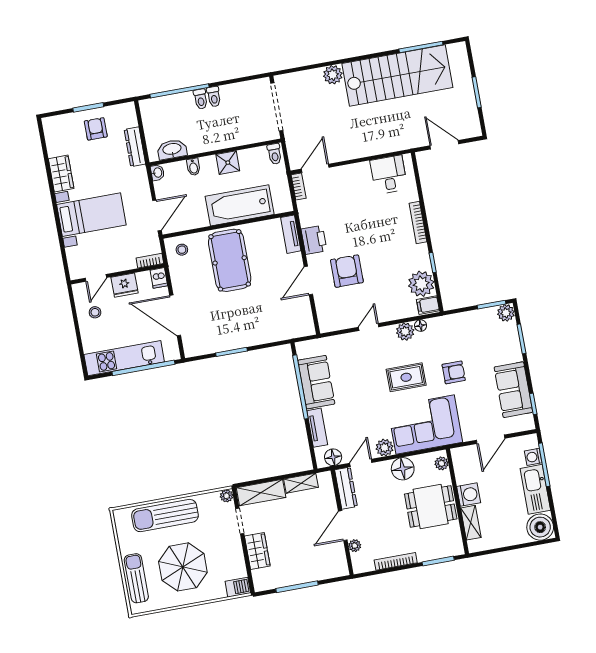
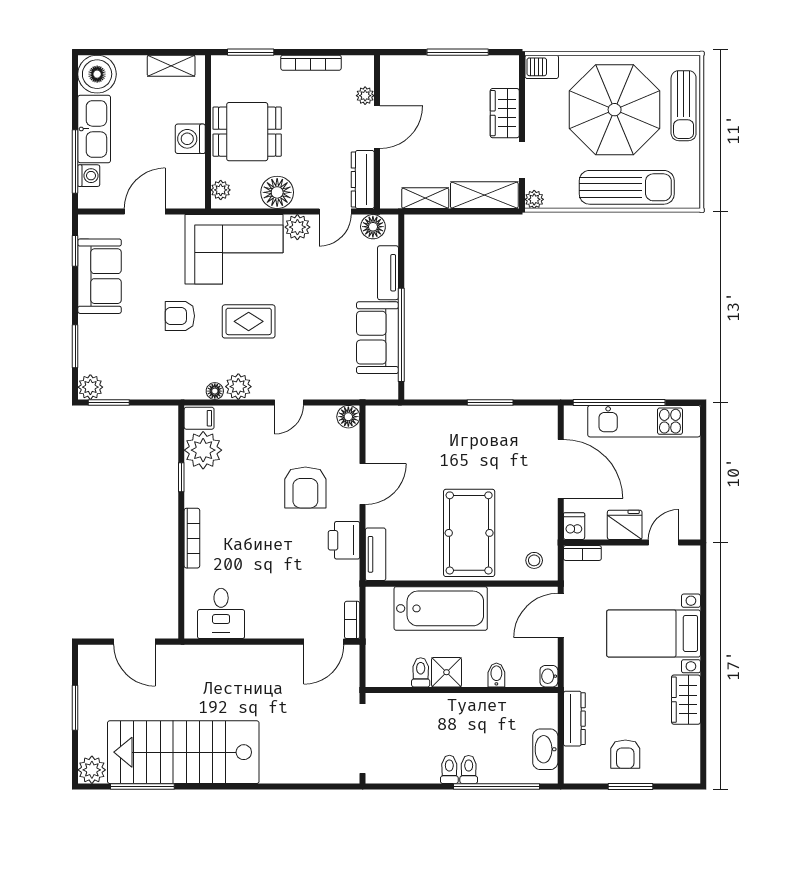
plant: (333, 75) -> (92, 770), moved
washbasin: (172, 149) -> (545, 749), moved, turned 90
toilet: (275, 154) -> (421, 672), moved
stool: (95, 312) -> (674, 494), removed
floor lamp: (326, 325) -> (348, 417), added
shelving: (471, 523) -> (171, 66), moved, turned 90
parasol: (183, 567) -> (615, 110), width x1.36, depth x1.36

